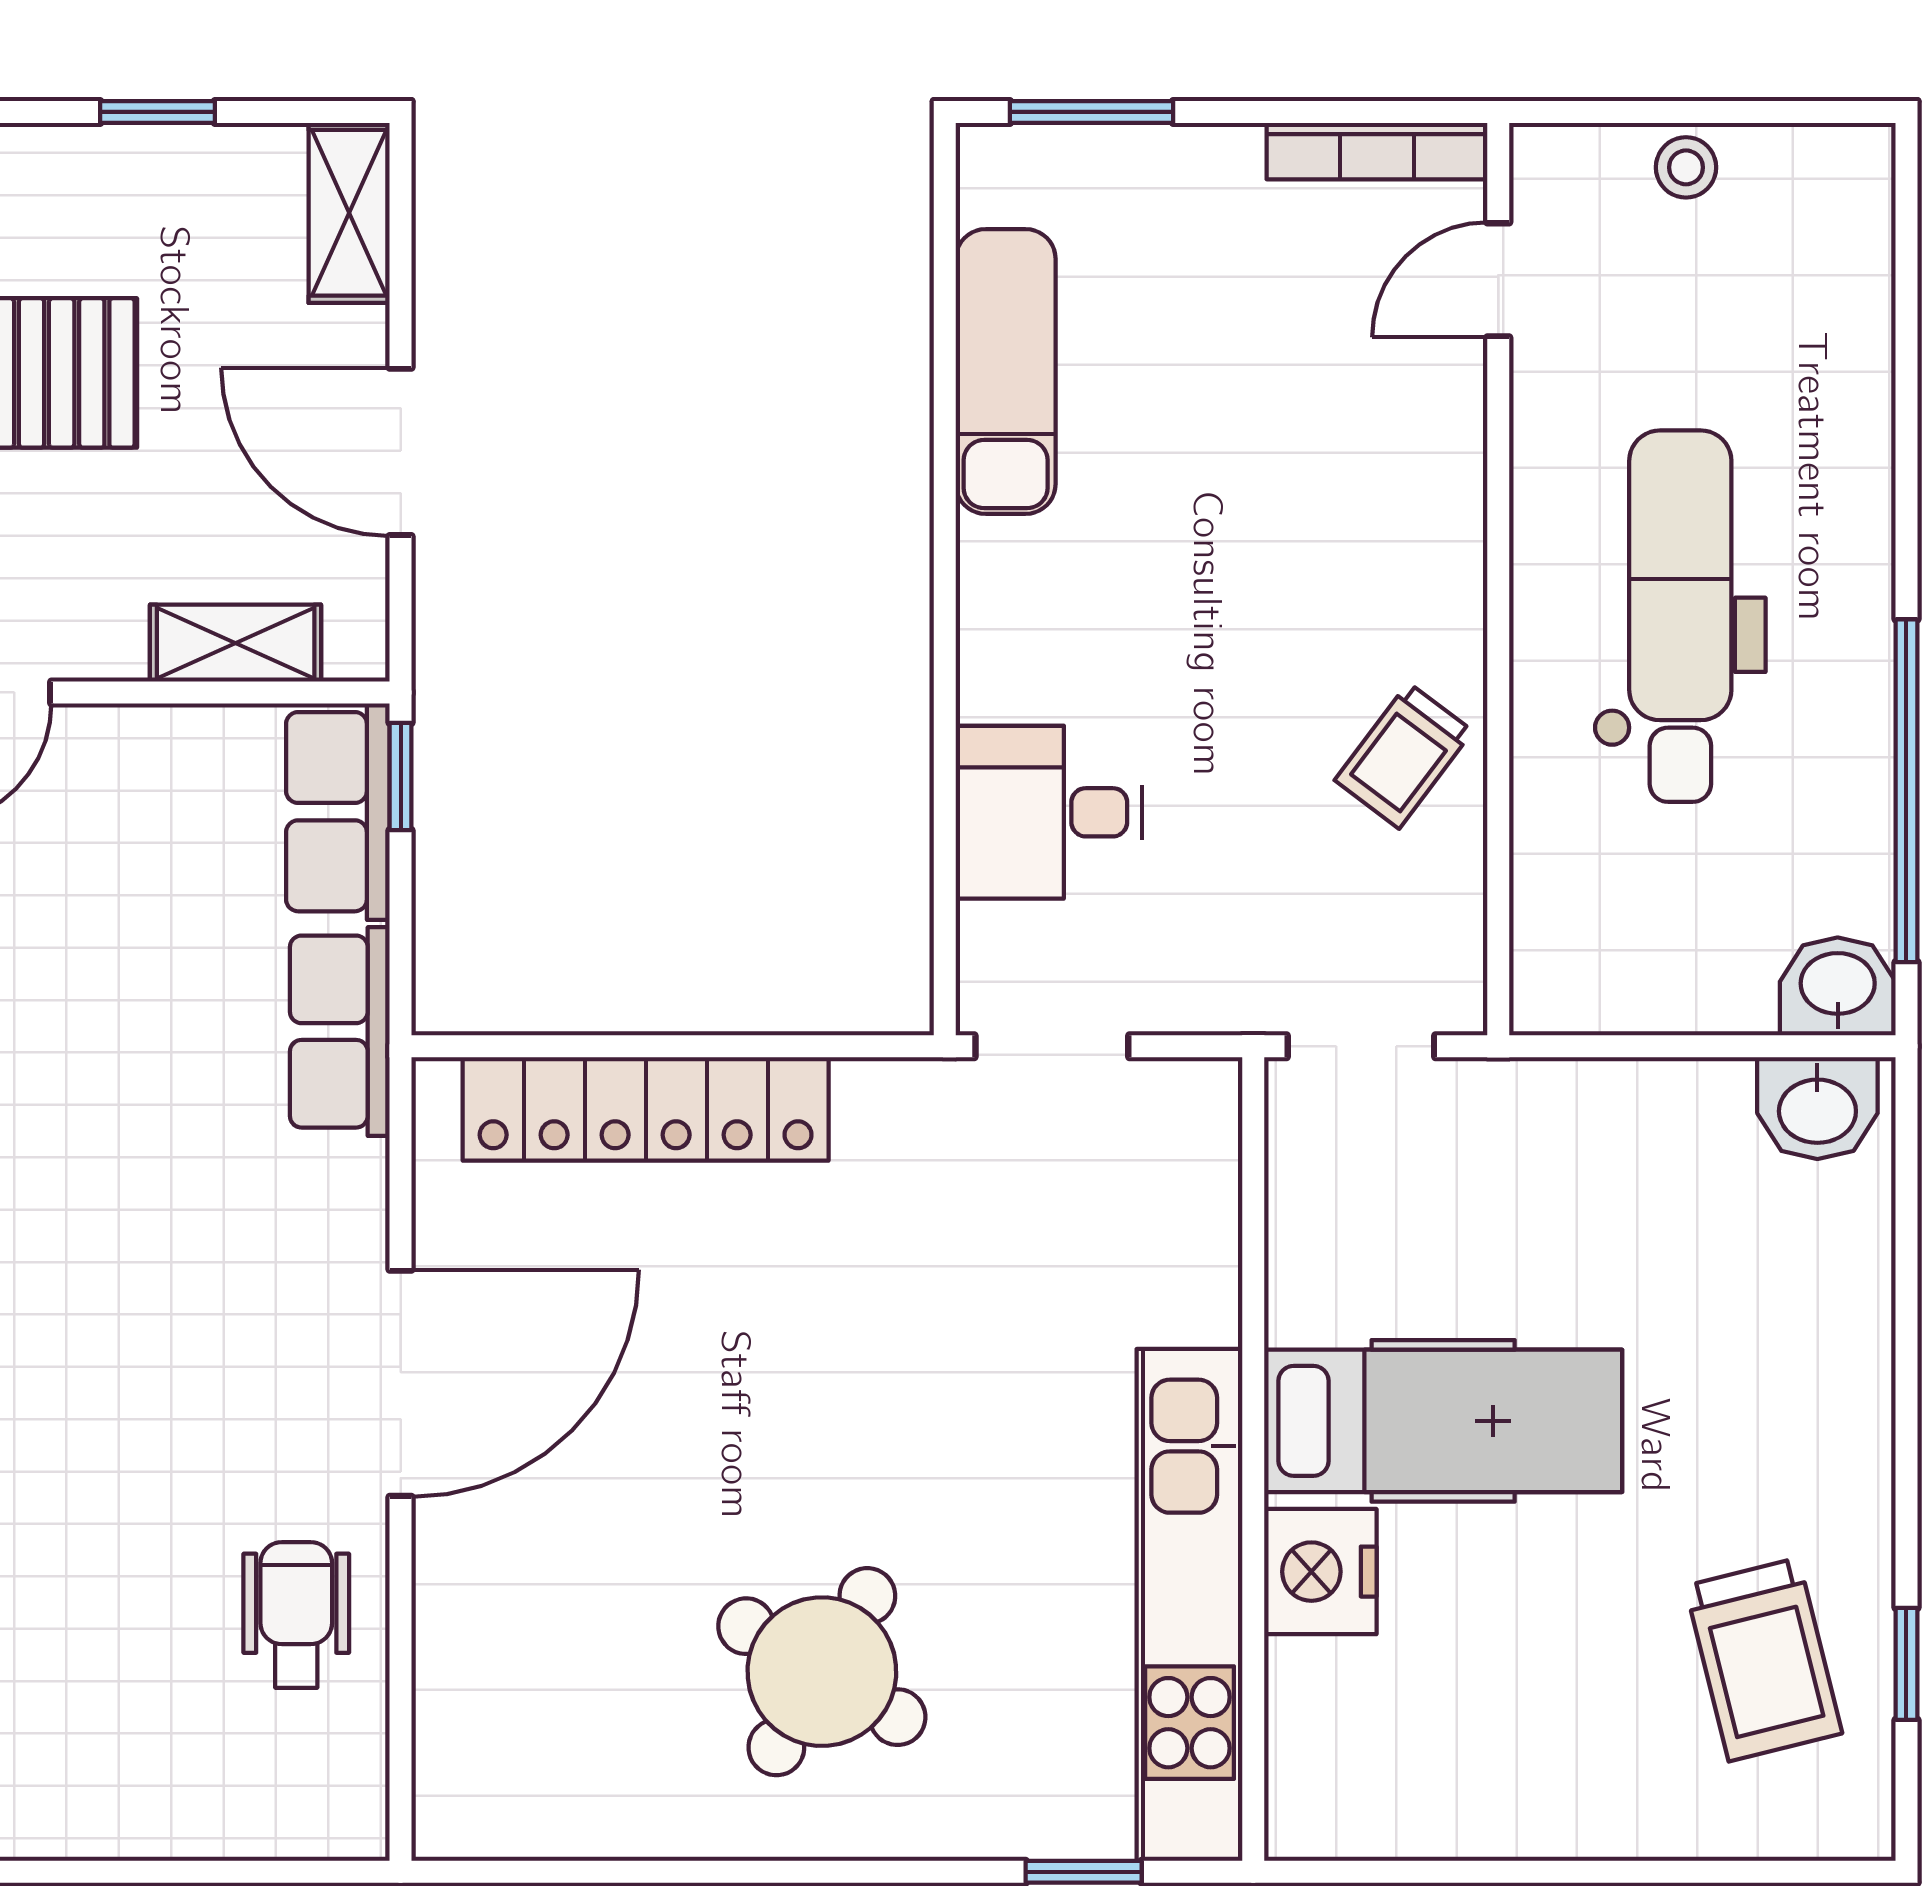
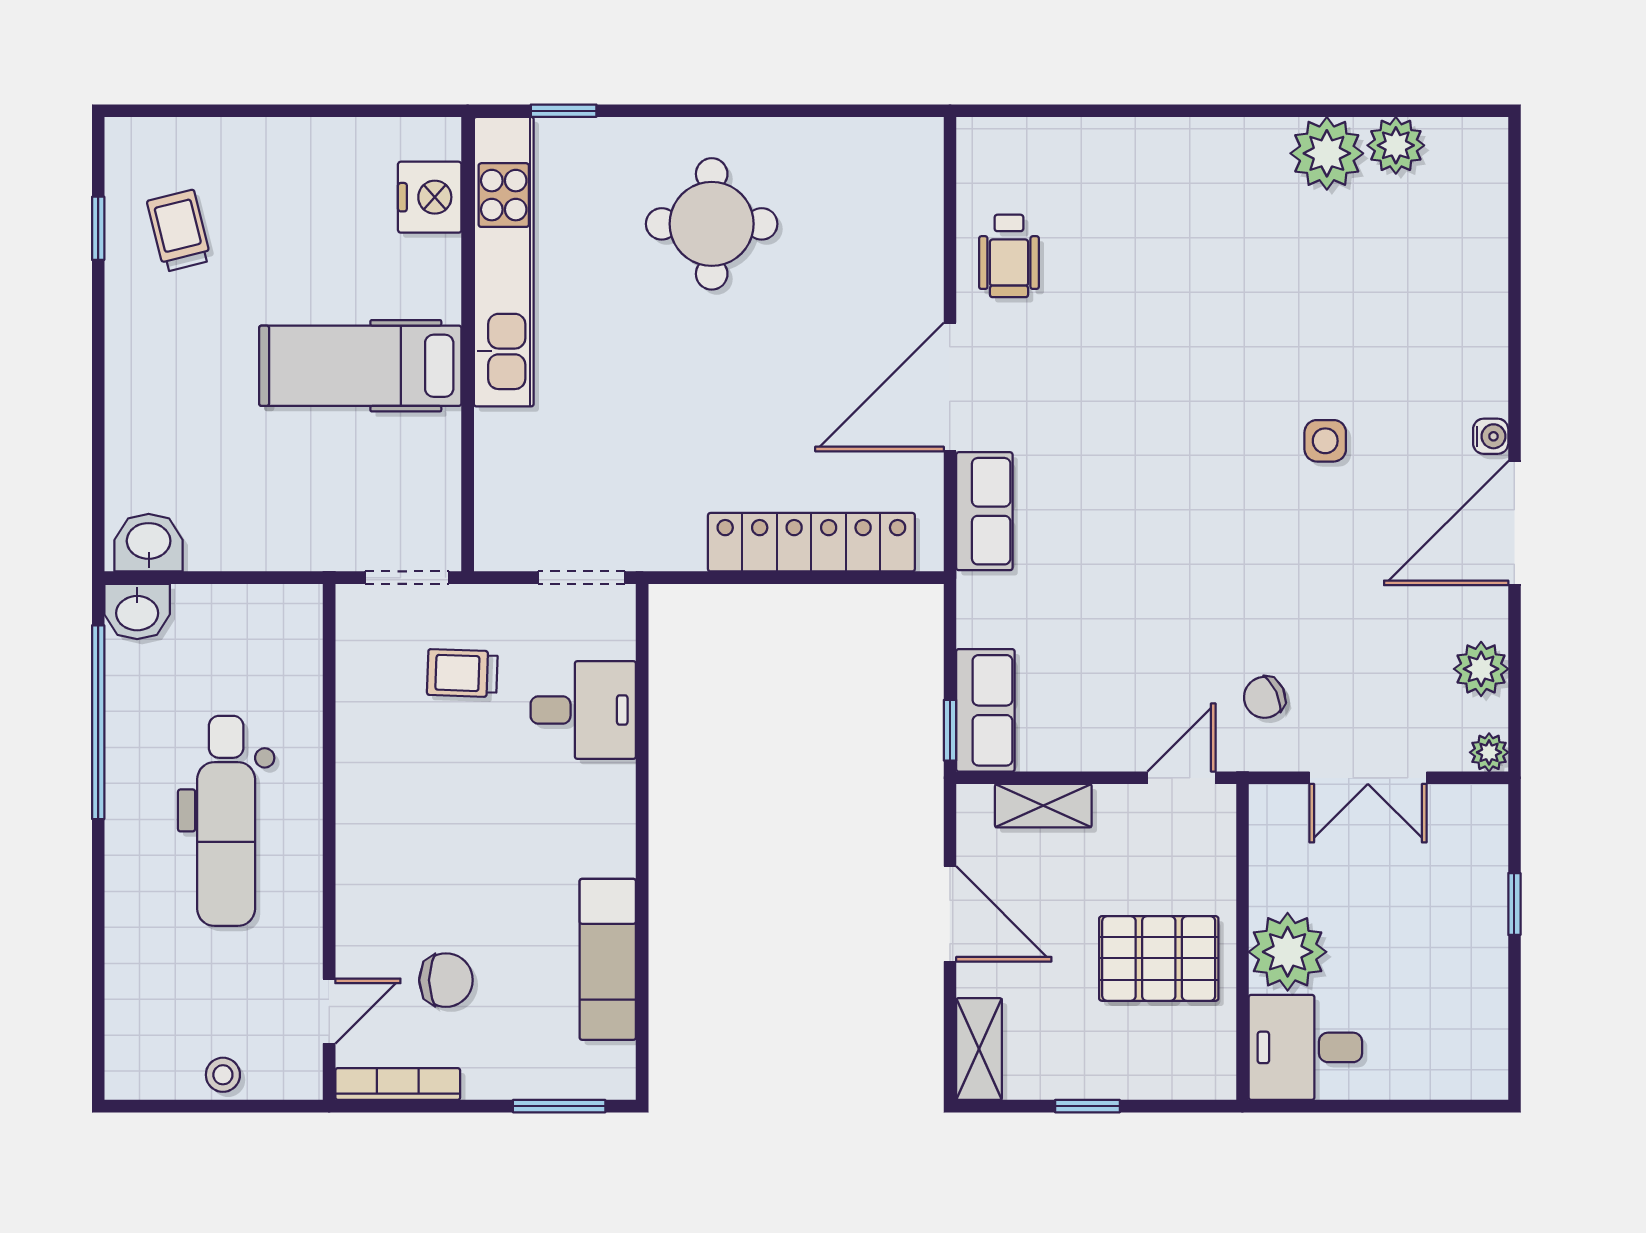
chair: (1292, 335) -> (446, 980), added
trolley: (1404, 756) -> (462, 673), moved, turned -125
row of seats: (340, 1032) -> (984, 511), moved
nightstand: (1320, 1572) -> (430, 197), moved
trolley: (1764, 1660) -> (179, 231), width x0.73, depth x0.72
round table: (822, 1672) -> (712, 224), turned -31

